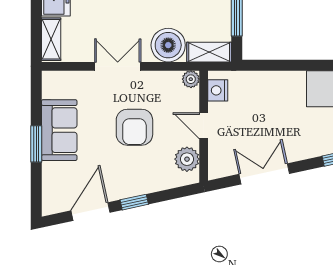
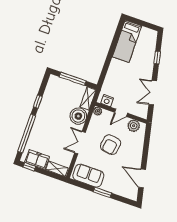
armchair: (134, 127) -> (111, 145), turned 98
sofa: (59, 130) -> (88, 176), moved
window: (134, 202) -> (145, 157), removed

